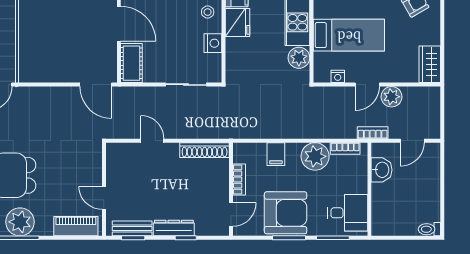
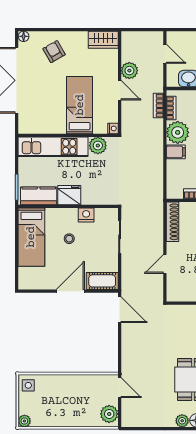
stool: (208, 12) -> (69, 239), moved
nightstand: (338, 76) -> (113, 128), moved
door: (96, 85) -> (120, 310), hinge flipped
bookcase: (373, 133) -> (158, 106), moved
filing cabinet: (276, 154) -> (176, 152), moved

